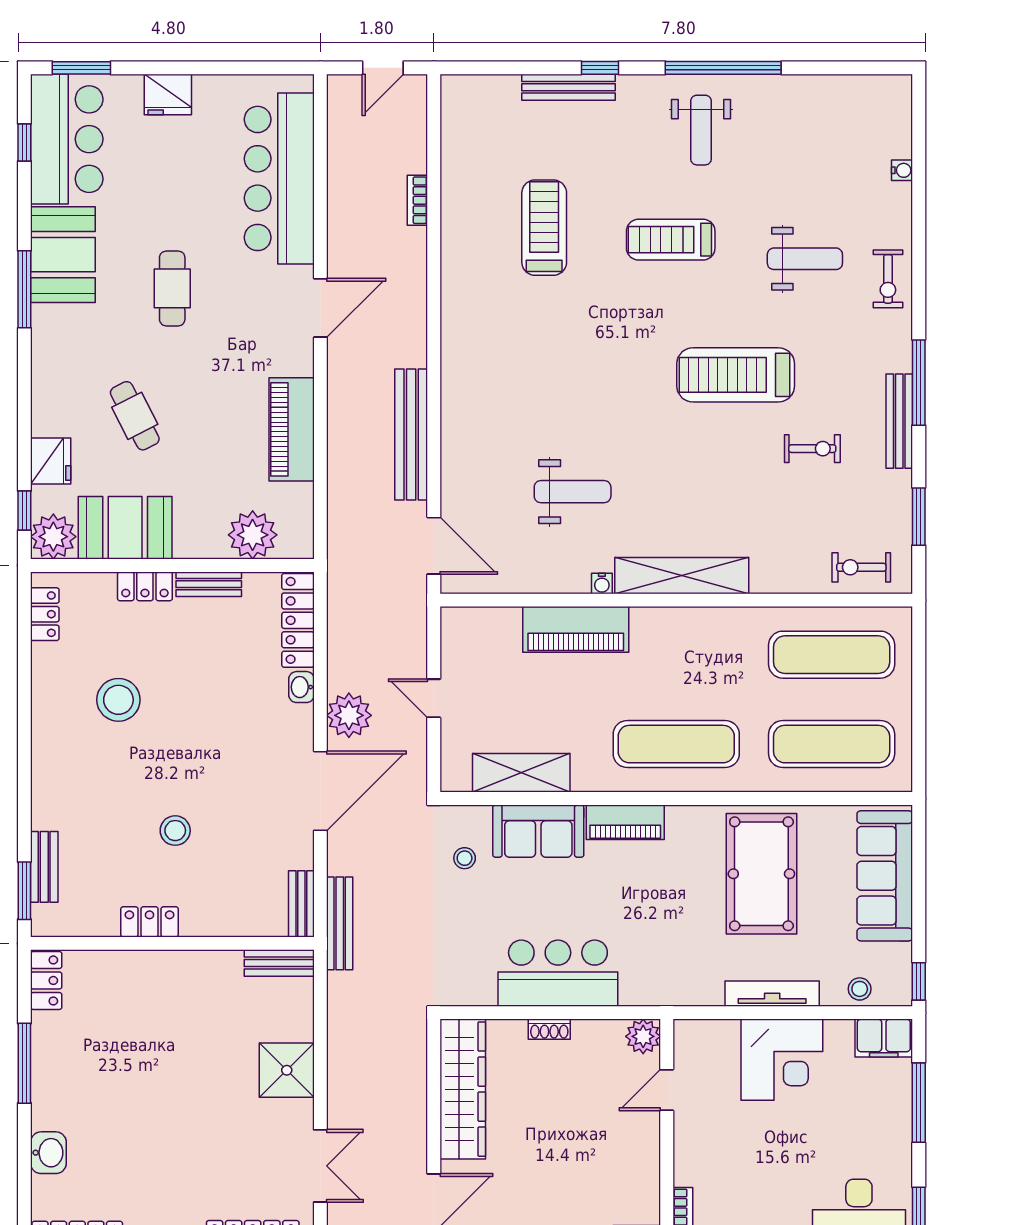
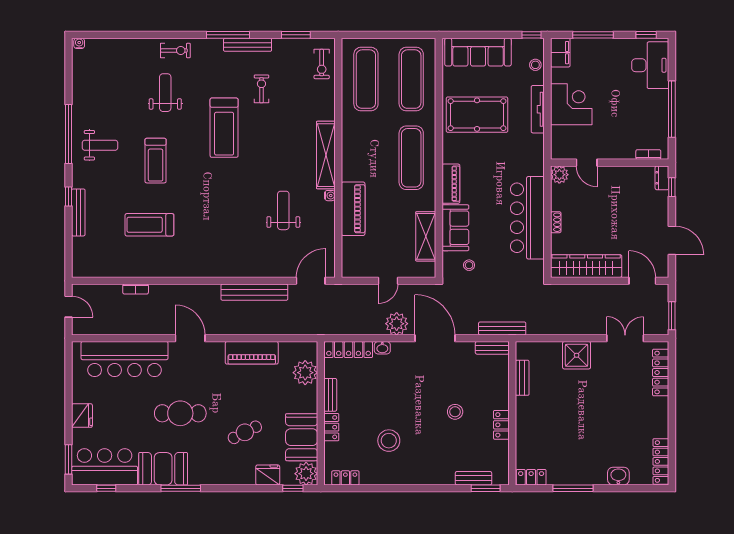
water cooler: (902, 170) -> (79, 43), moved
cafe table: (172, 288) -> (180, 413), width x1.37, depth x1.35
bench: (279, 963) -> (522, 378), moved
bar counter: (558, 973) -> (527, 218), width x1.36

